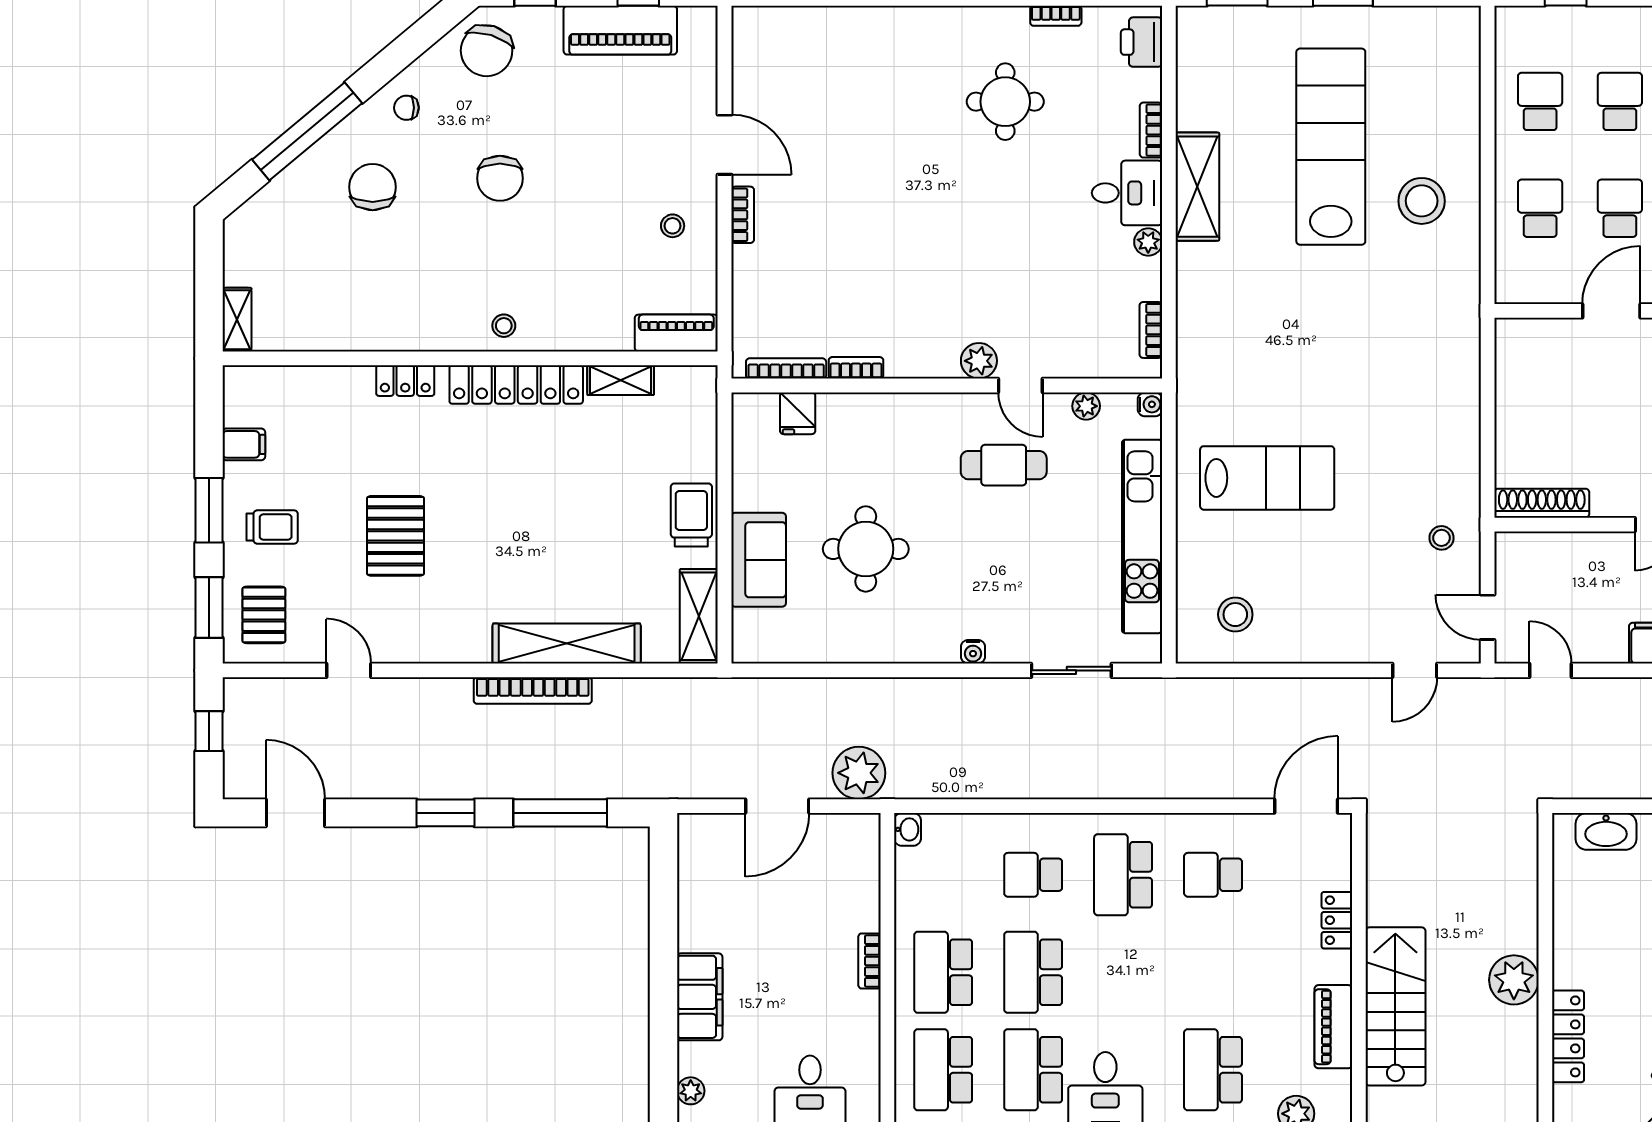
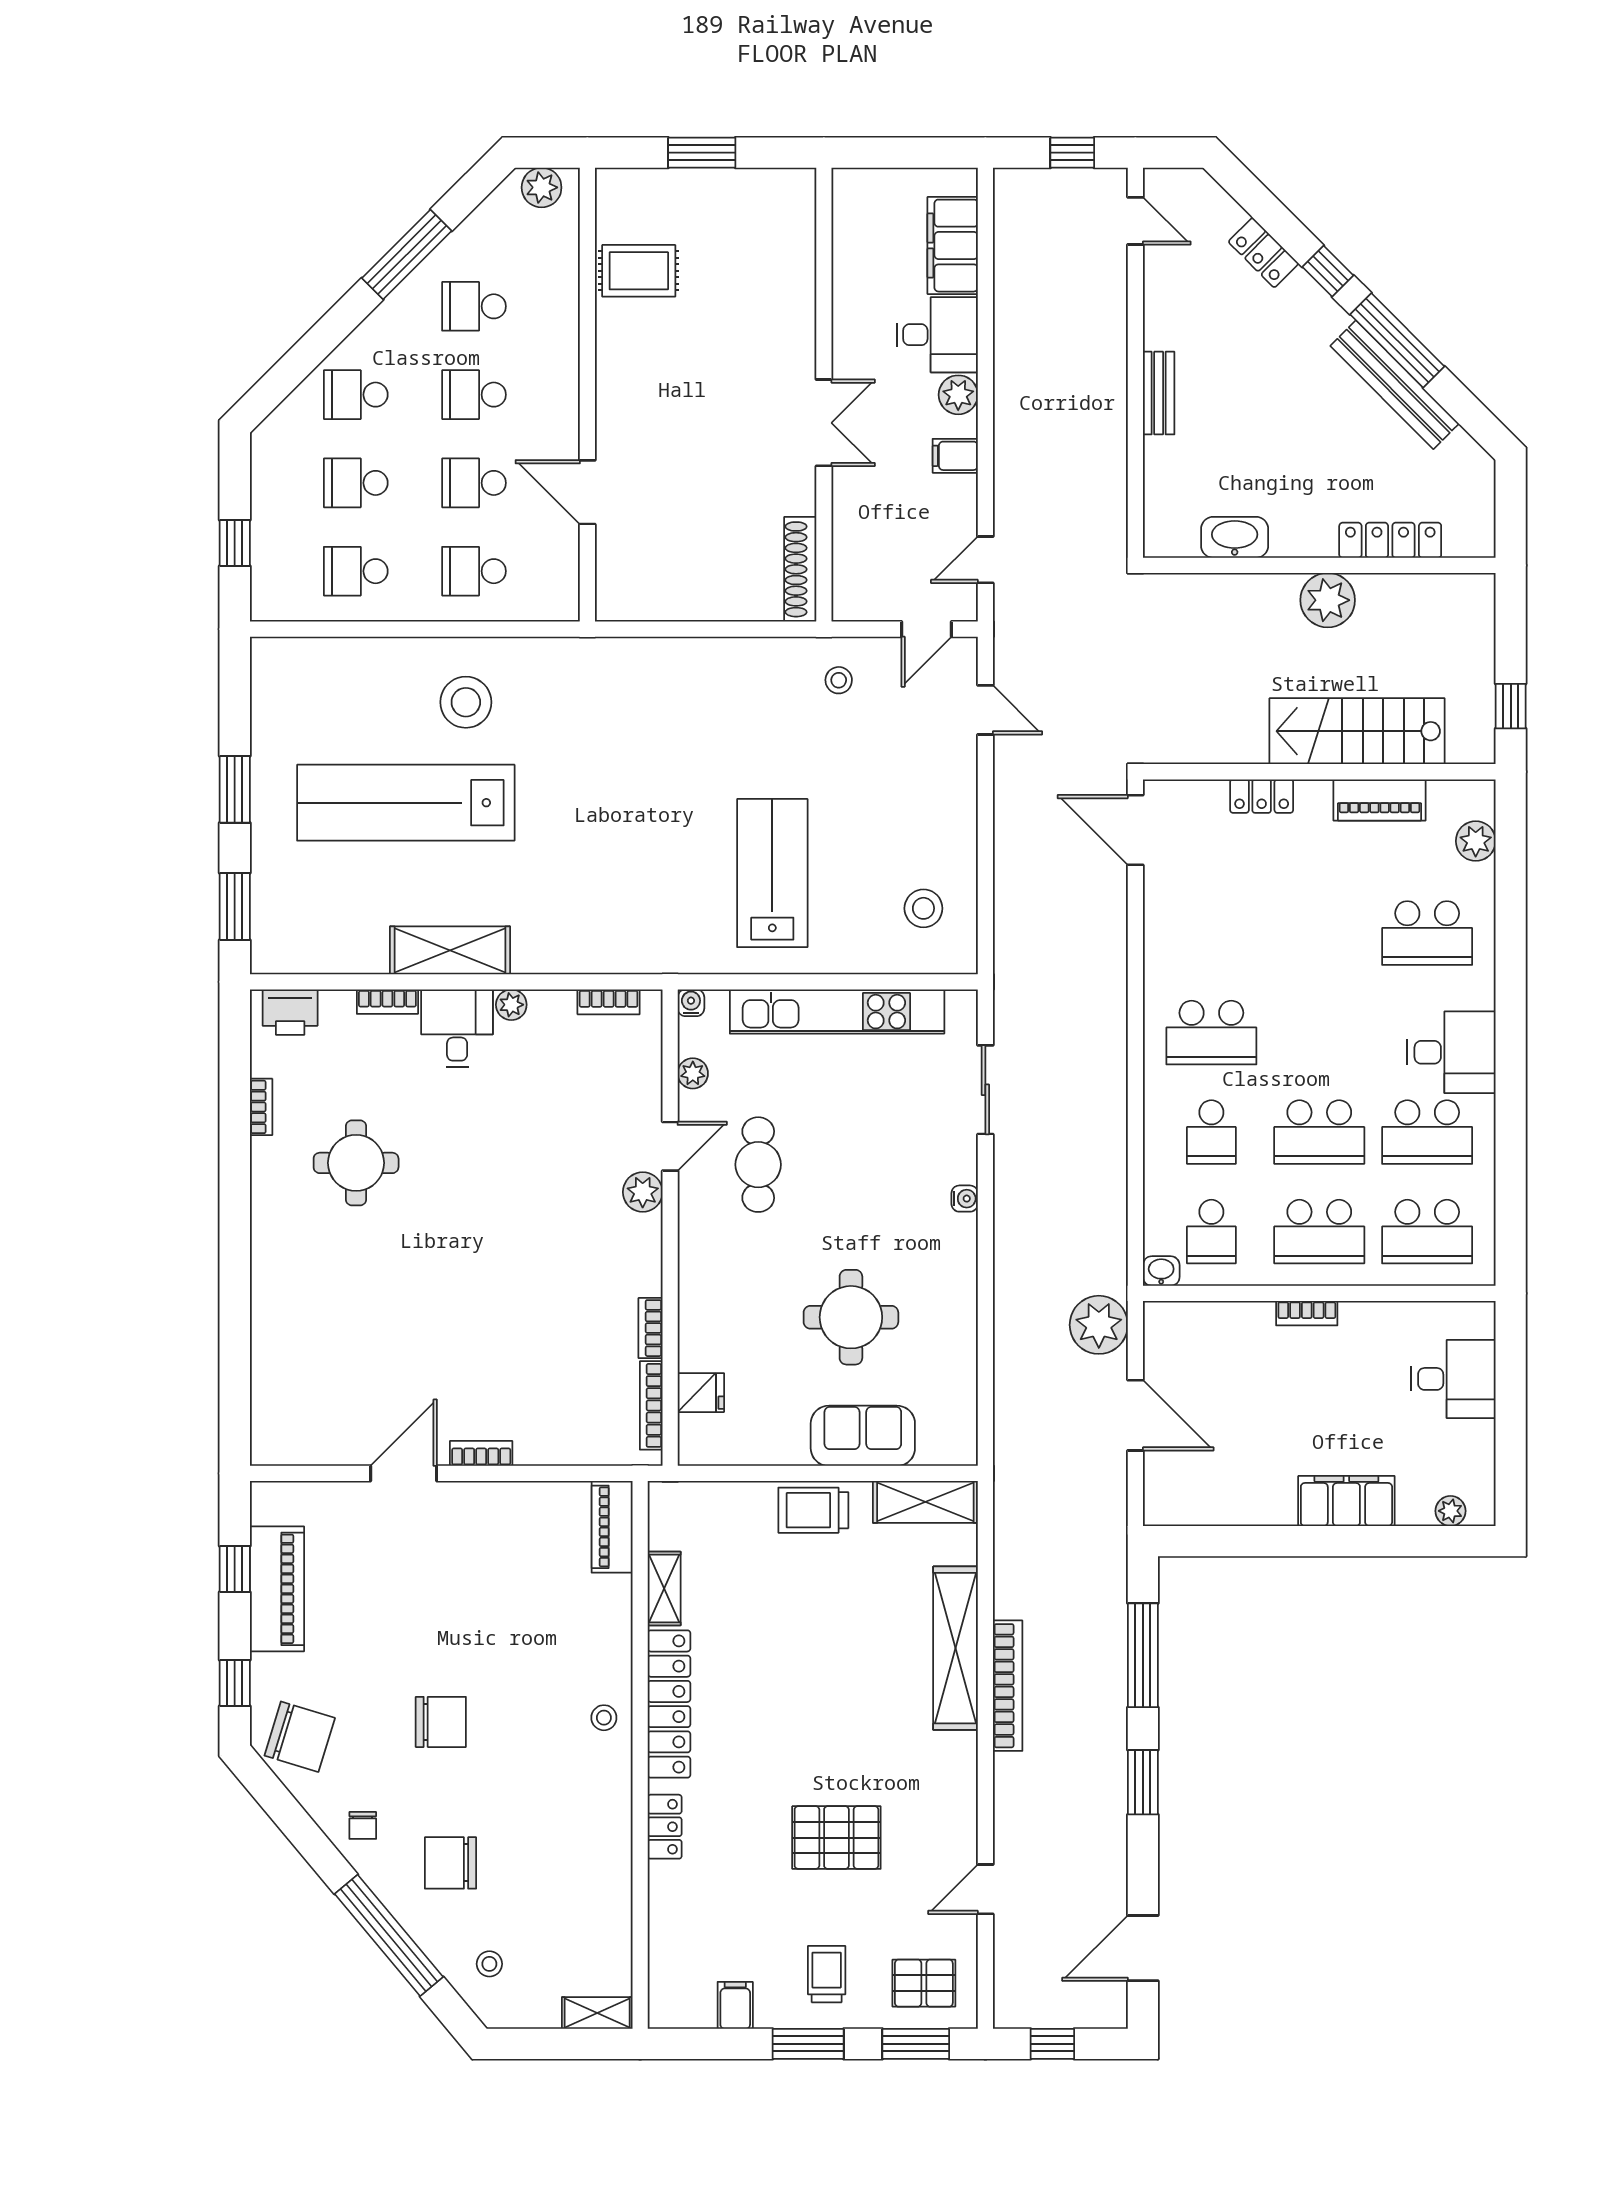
stool: (673, 226) -> (489, 1964), moved
washbasin: (1606, 831) -> (1235, 537), moved, turned -90
school desk: (1213, 875) -> (1211, 1232), moved

